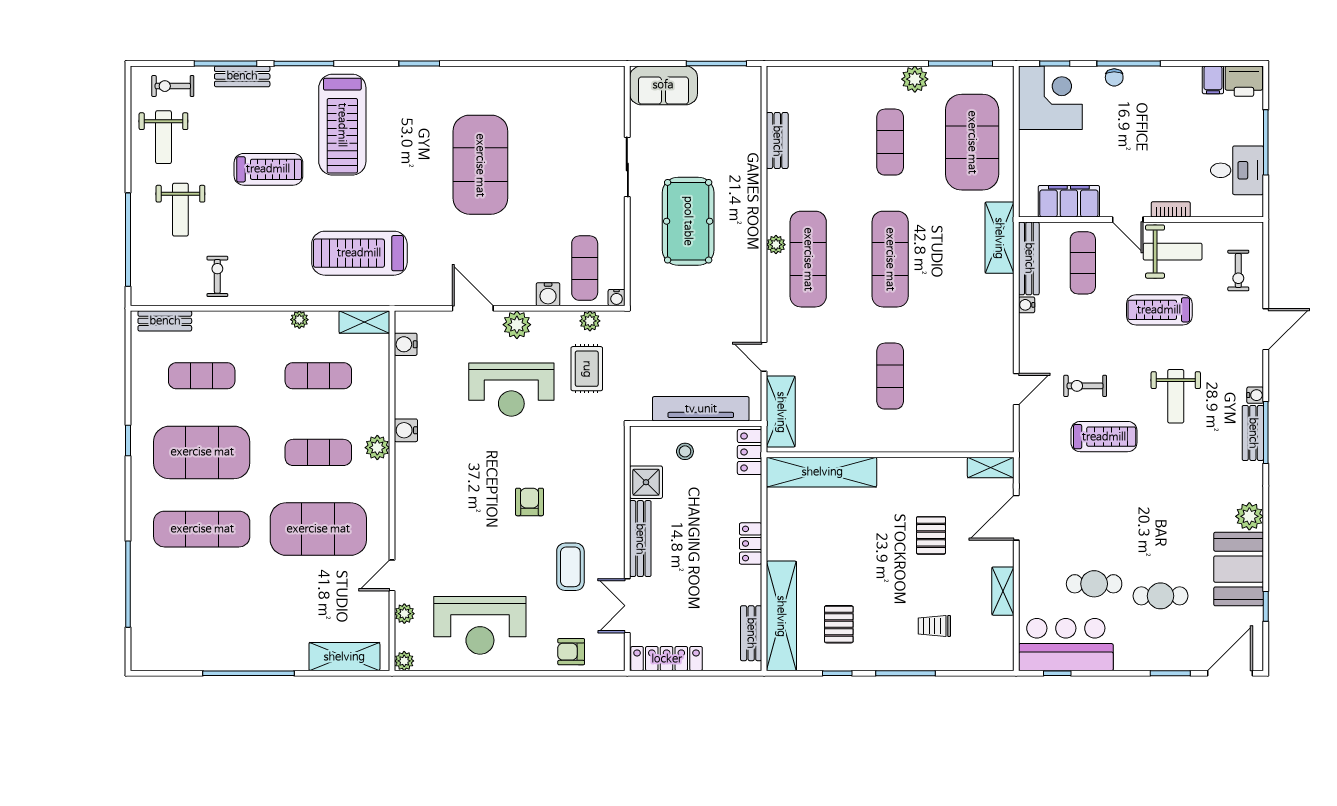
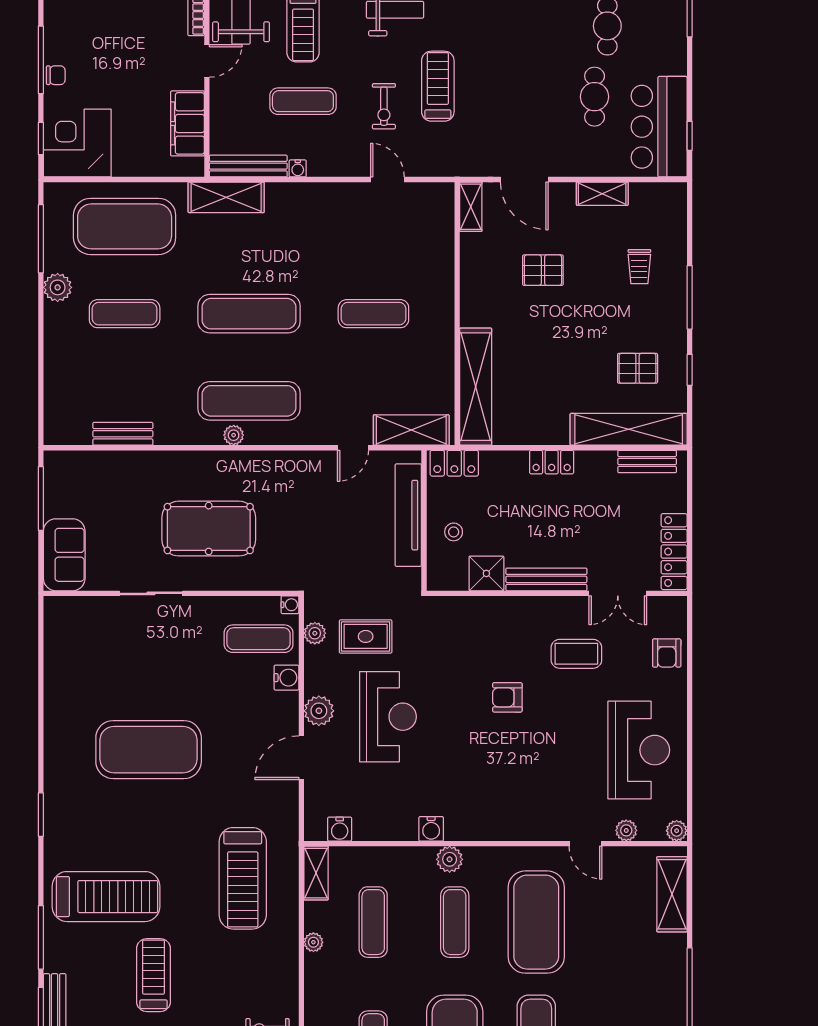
exercise mat: (1083, 263) -> (303, 101), moved

